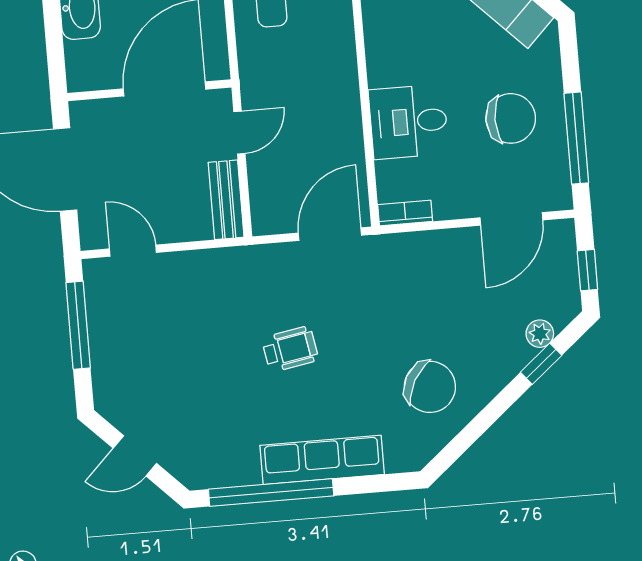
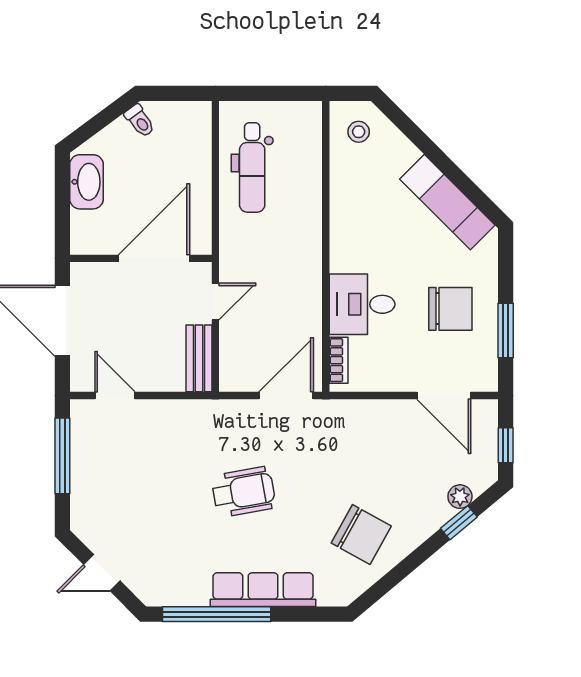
window: (576, 138) -> (506, 331), width x0.69
bookcase: (405, 213) -> (339, 360), moved, turned 90
door: (511, 219) -> (444, 396), hinge flipped
wheelchair: (290, 349) -> (243, 492), width x1.36, depth x1.37

